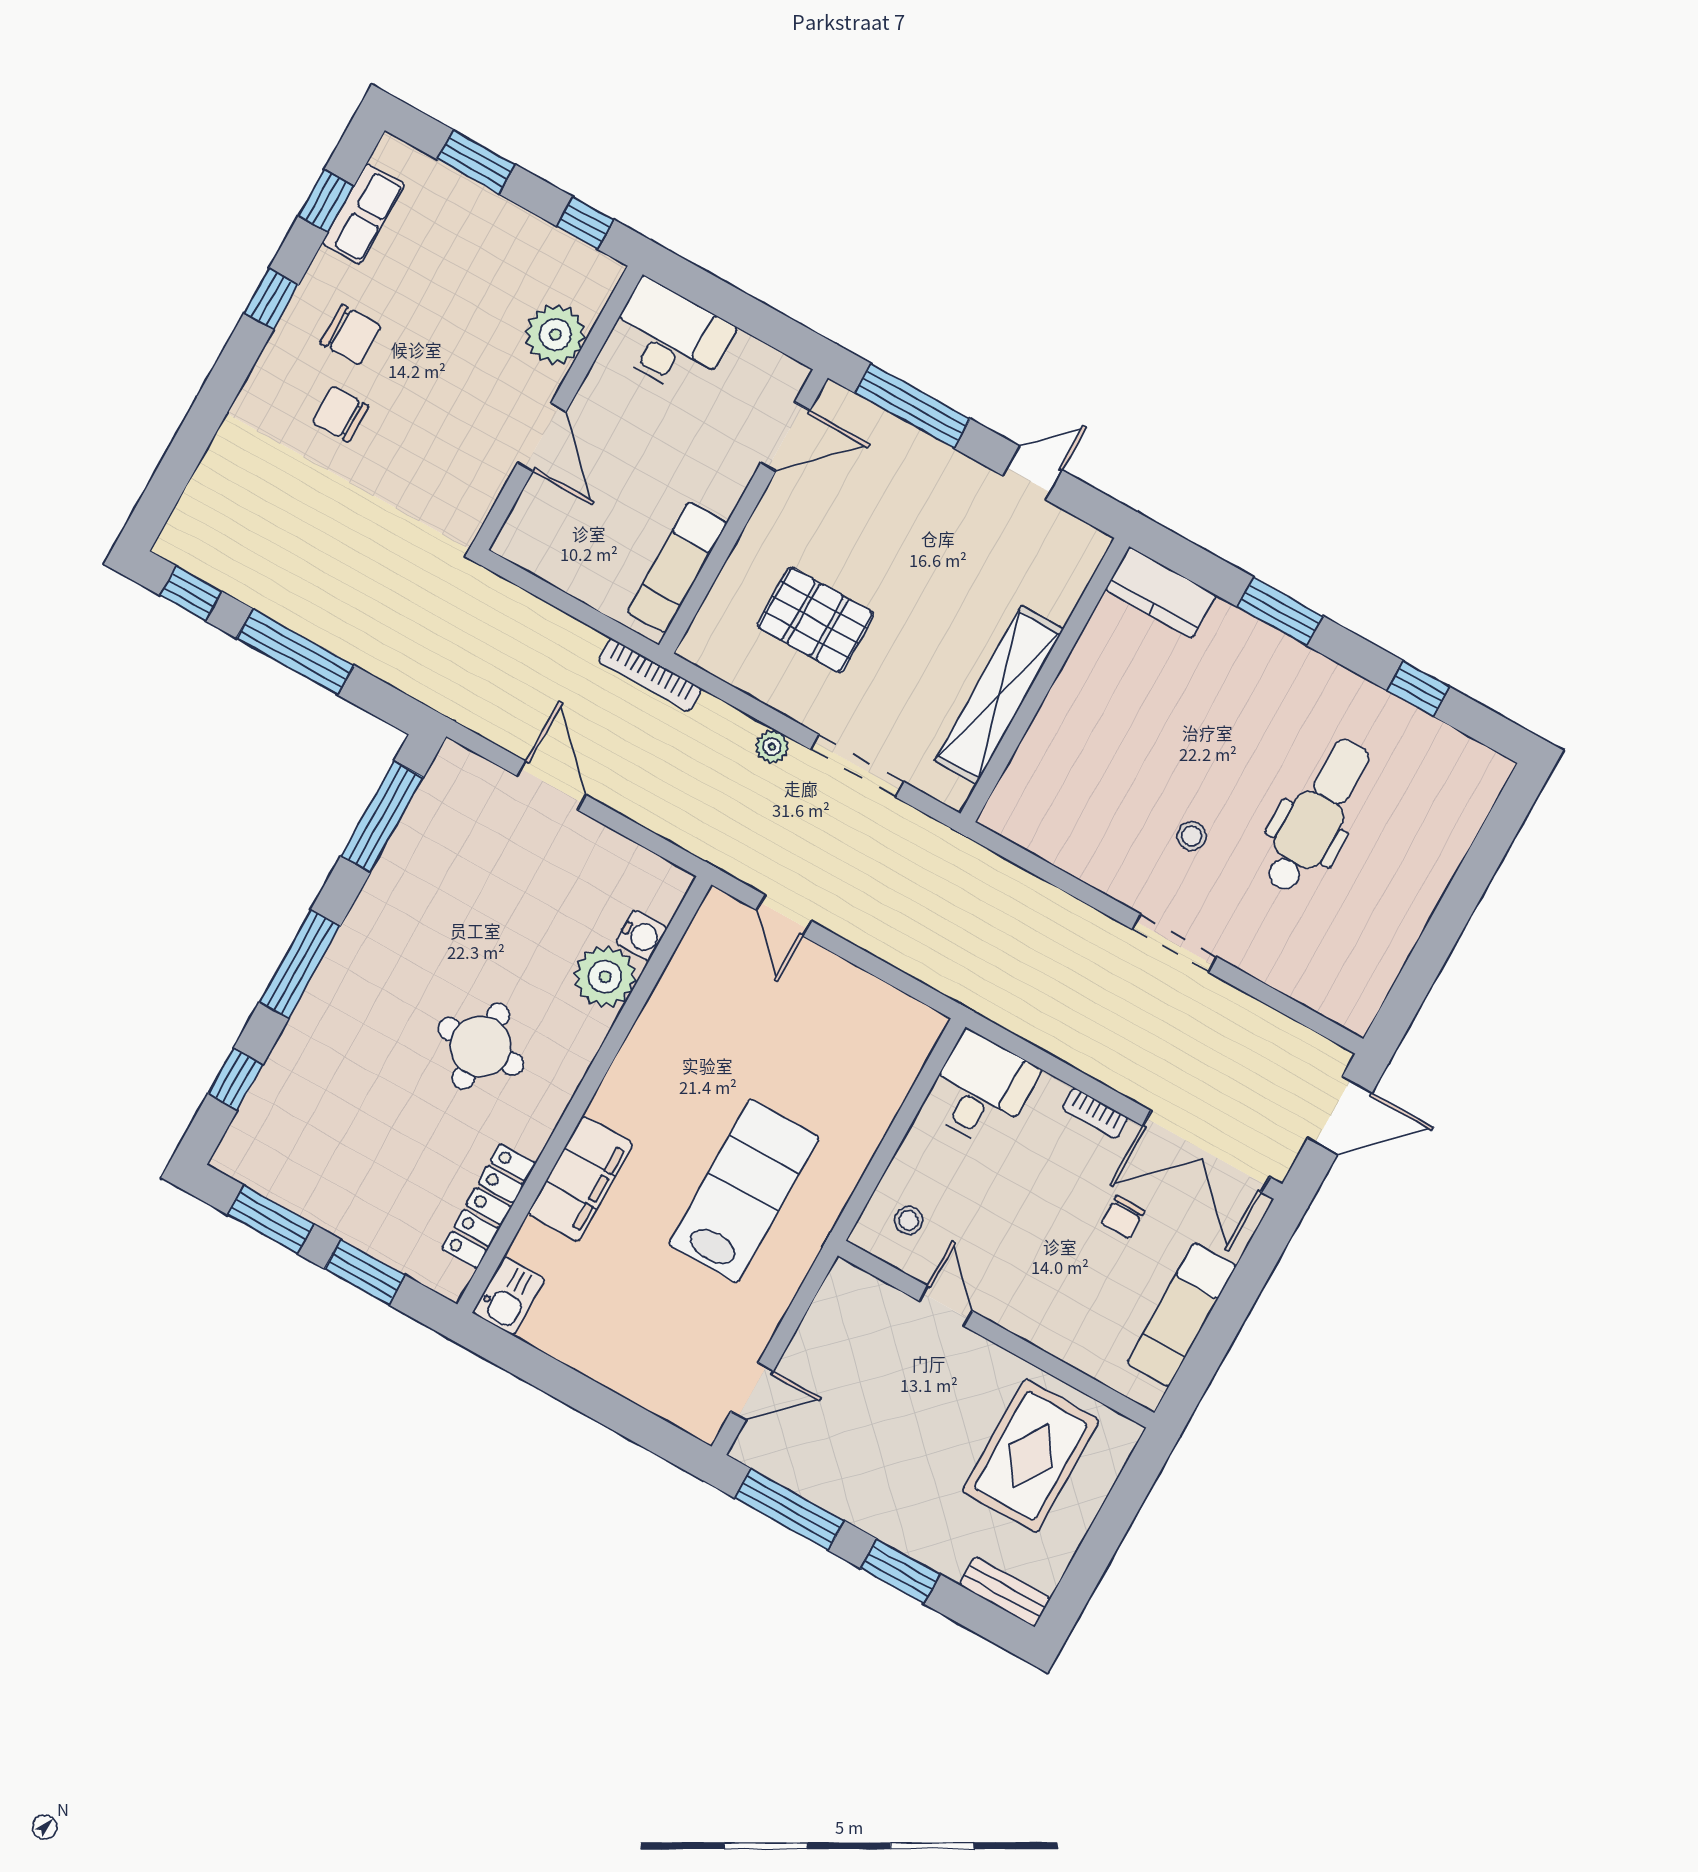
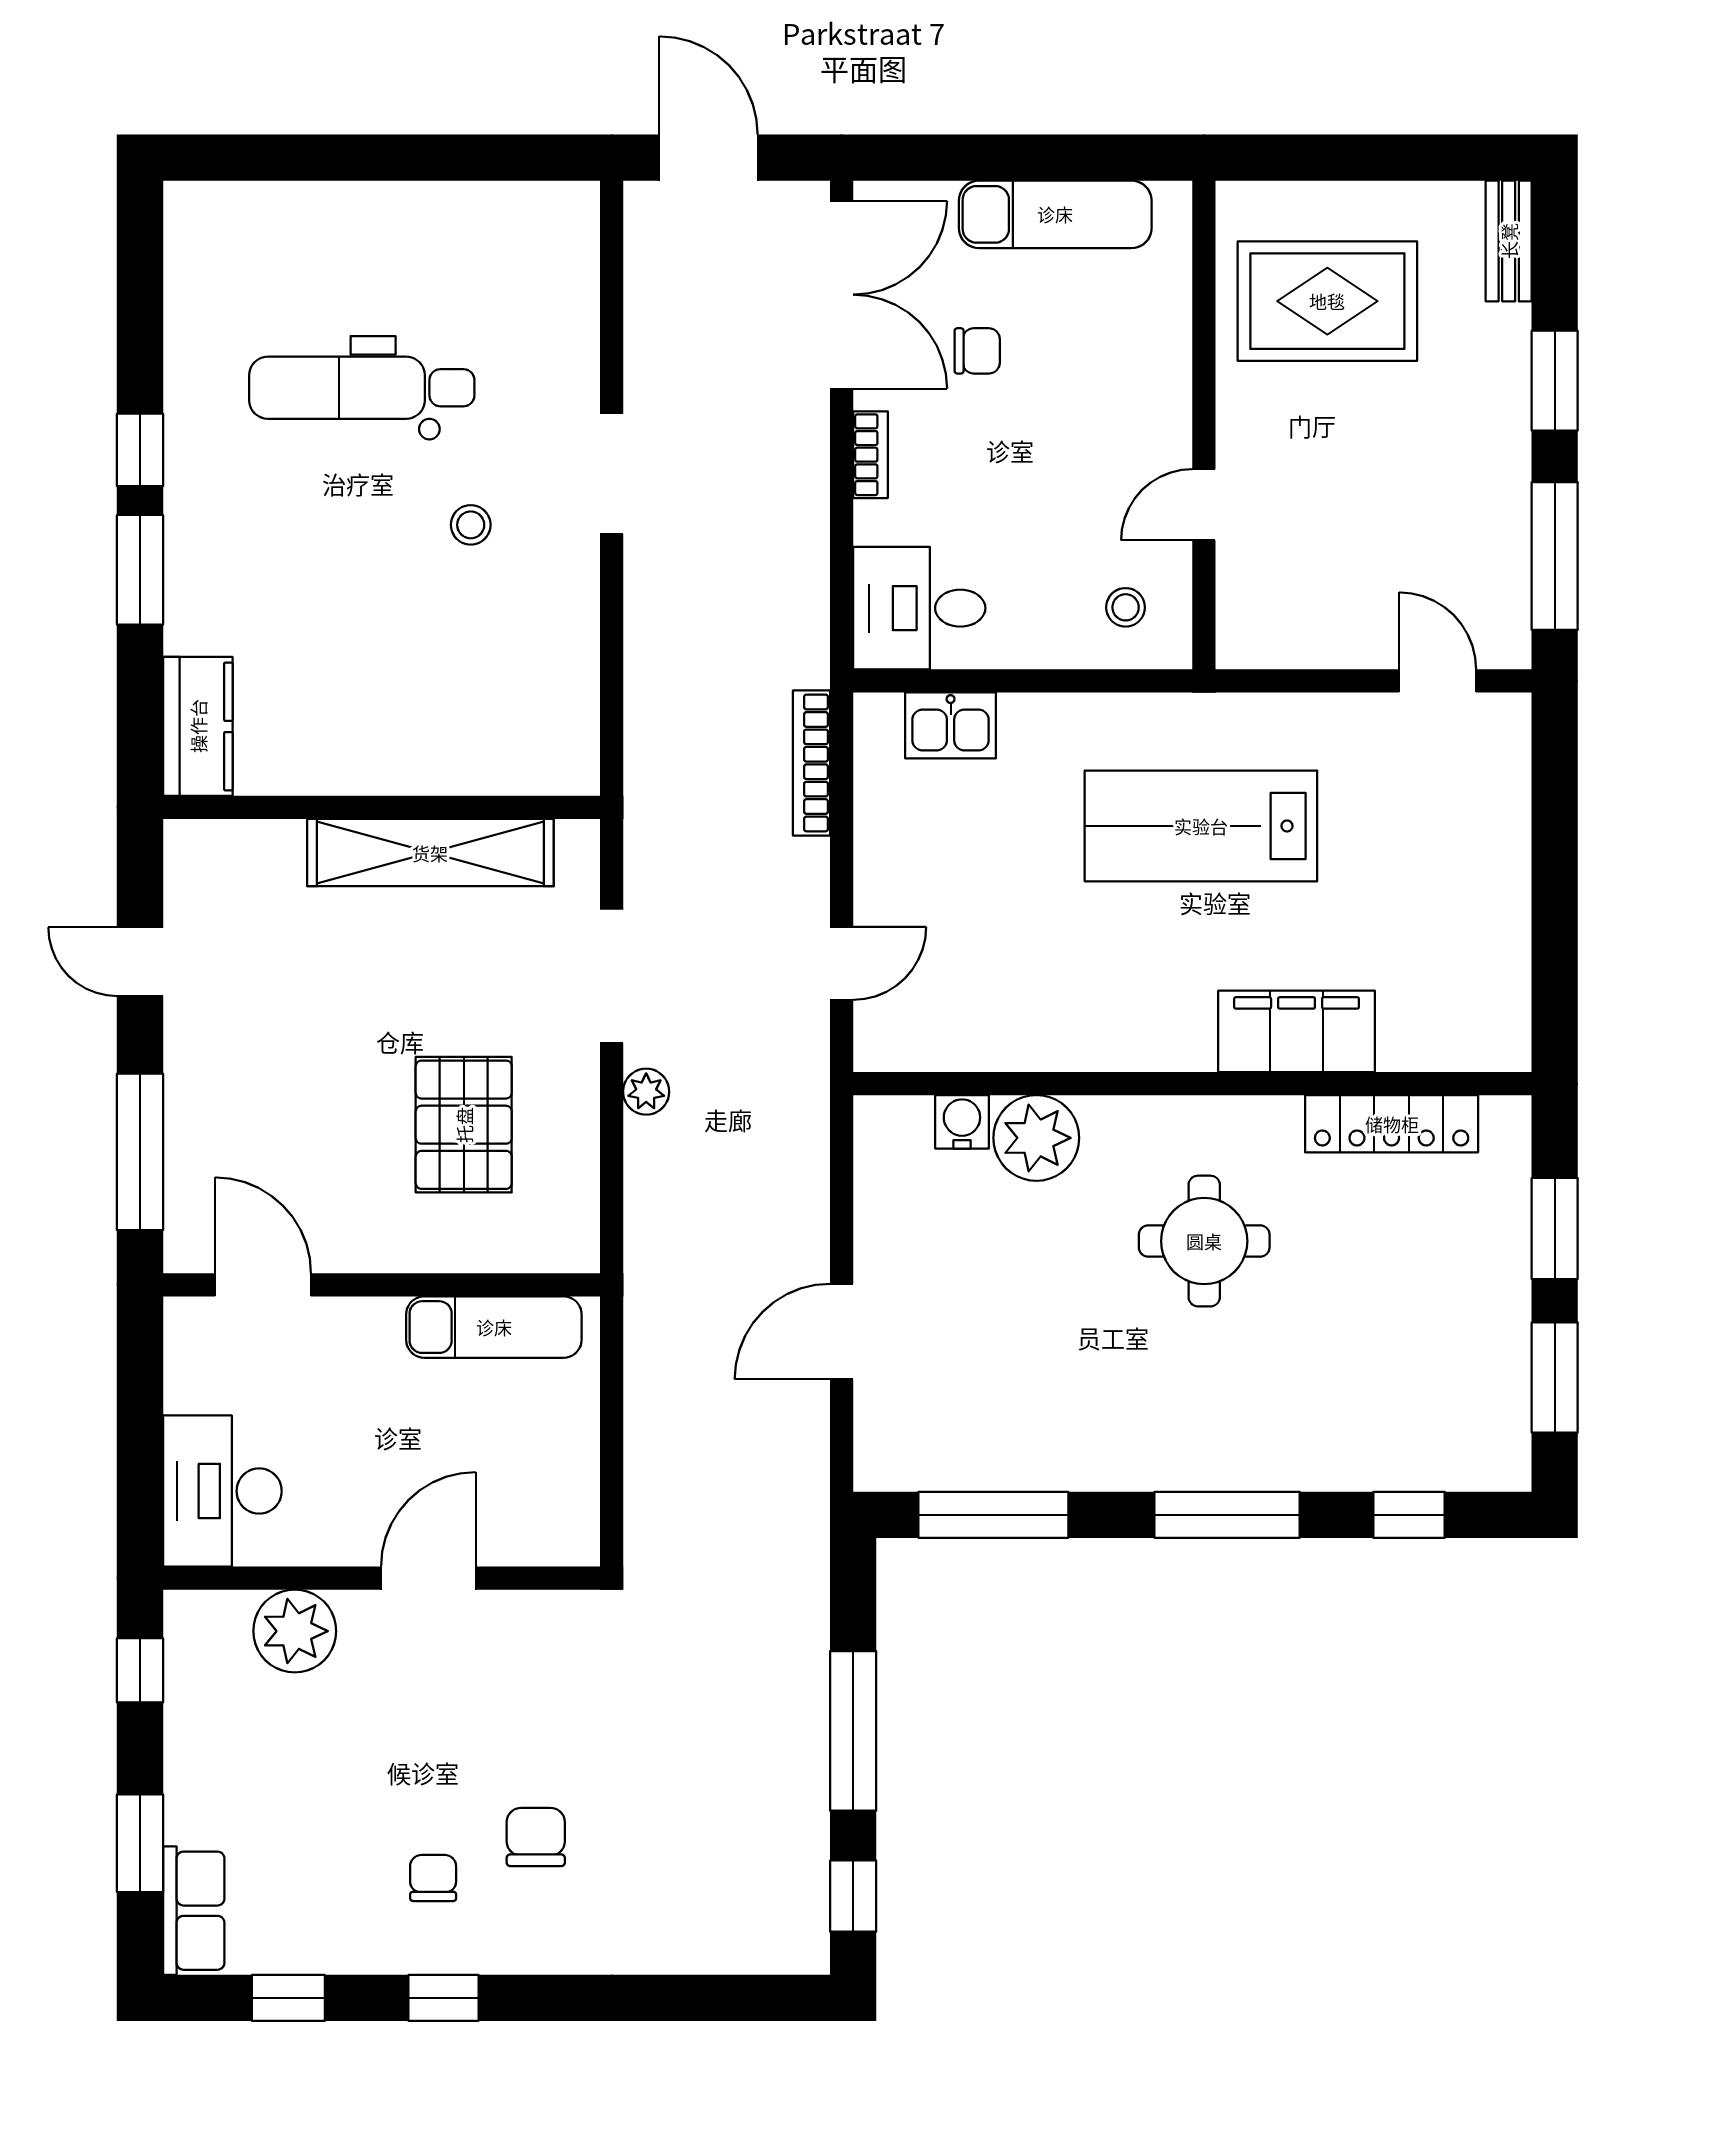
row of seats: (363, 214) -> (194, 1911), moved, turned 90
chair: (351, 335) -> (433, 1878), width x0.73, depth x0.73
chair: (340, 414) -> (536, 1837), turned 180
bookcase: (650, 675) -> (812, 763), moved, turned 180
window: (1418, 689) -> (140, 450), moved
kitchen sink: (509, 1296) -> (951, 725), moved, turned 180

